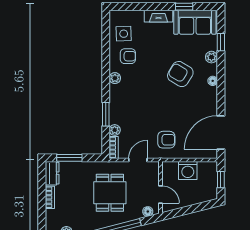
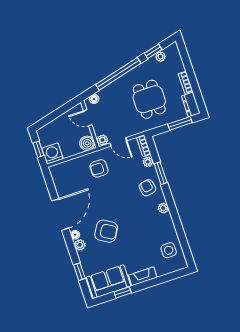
armchair: (128, 56) -> (147, 188), moved, turned 79
plant: (211, 57) -> (80, 245), moved
door: (221, 132) -> (60, 214), moved
door: (138, 160) -> (118, 142), hinge flipped
plant: (153, 167) -> (102, 140), added
boiler: (170, 169) -> (87, 143), added
washing machine: (188, 170) -> (52, 154), moved
dining table: (110, 193) -> (149, 99), moved

